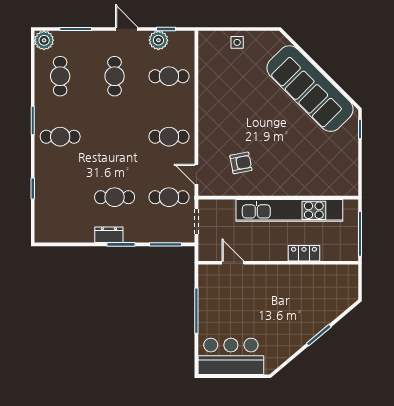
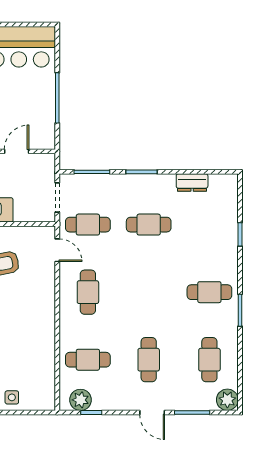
door: (127, 29) -> (152, 412), moved
plant: (158, 40) -> (81, 400), moved
cafe table: (169, 137) -> (88, 292), turned 90
dresser: (109, 235) -> (192, 183), moved
door: (233, 263) -> (17, 151), swing flipped

